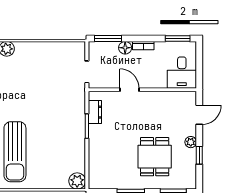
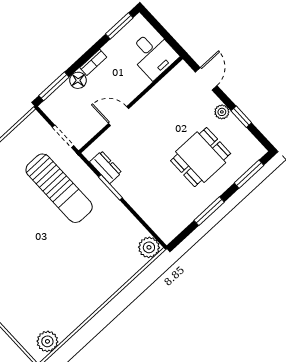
sun lounger: (15, 152) -> (59, 188), moved
dining table: (155, 157) -> (201, 157), turned 90

